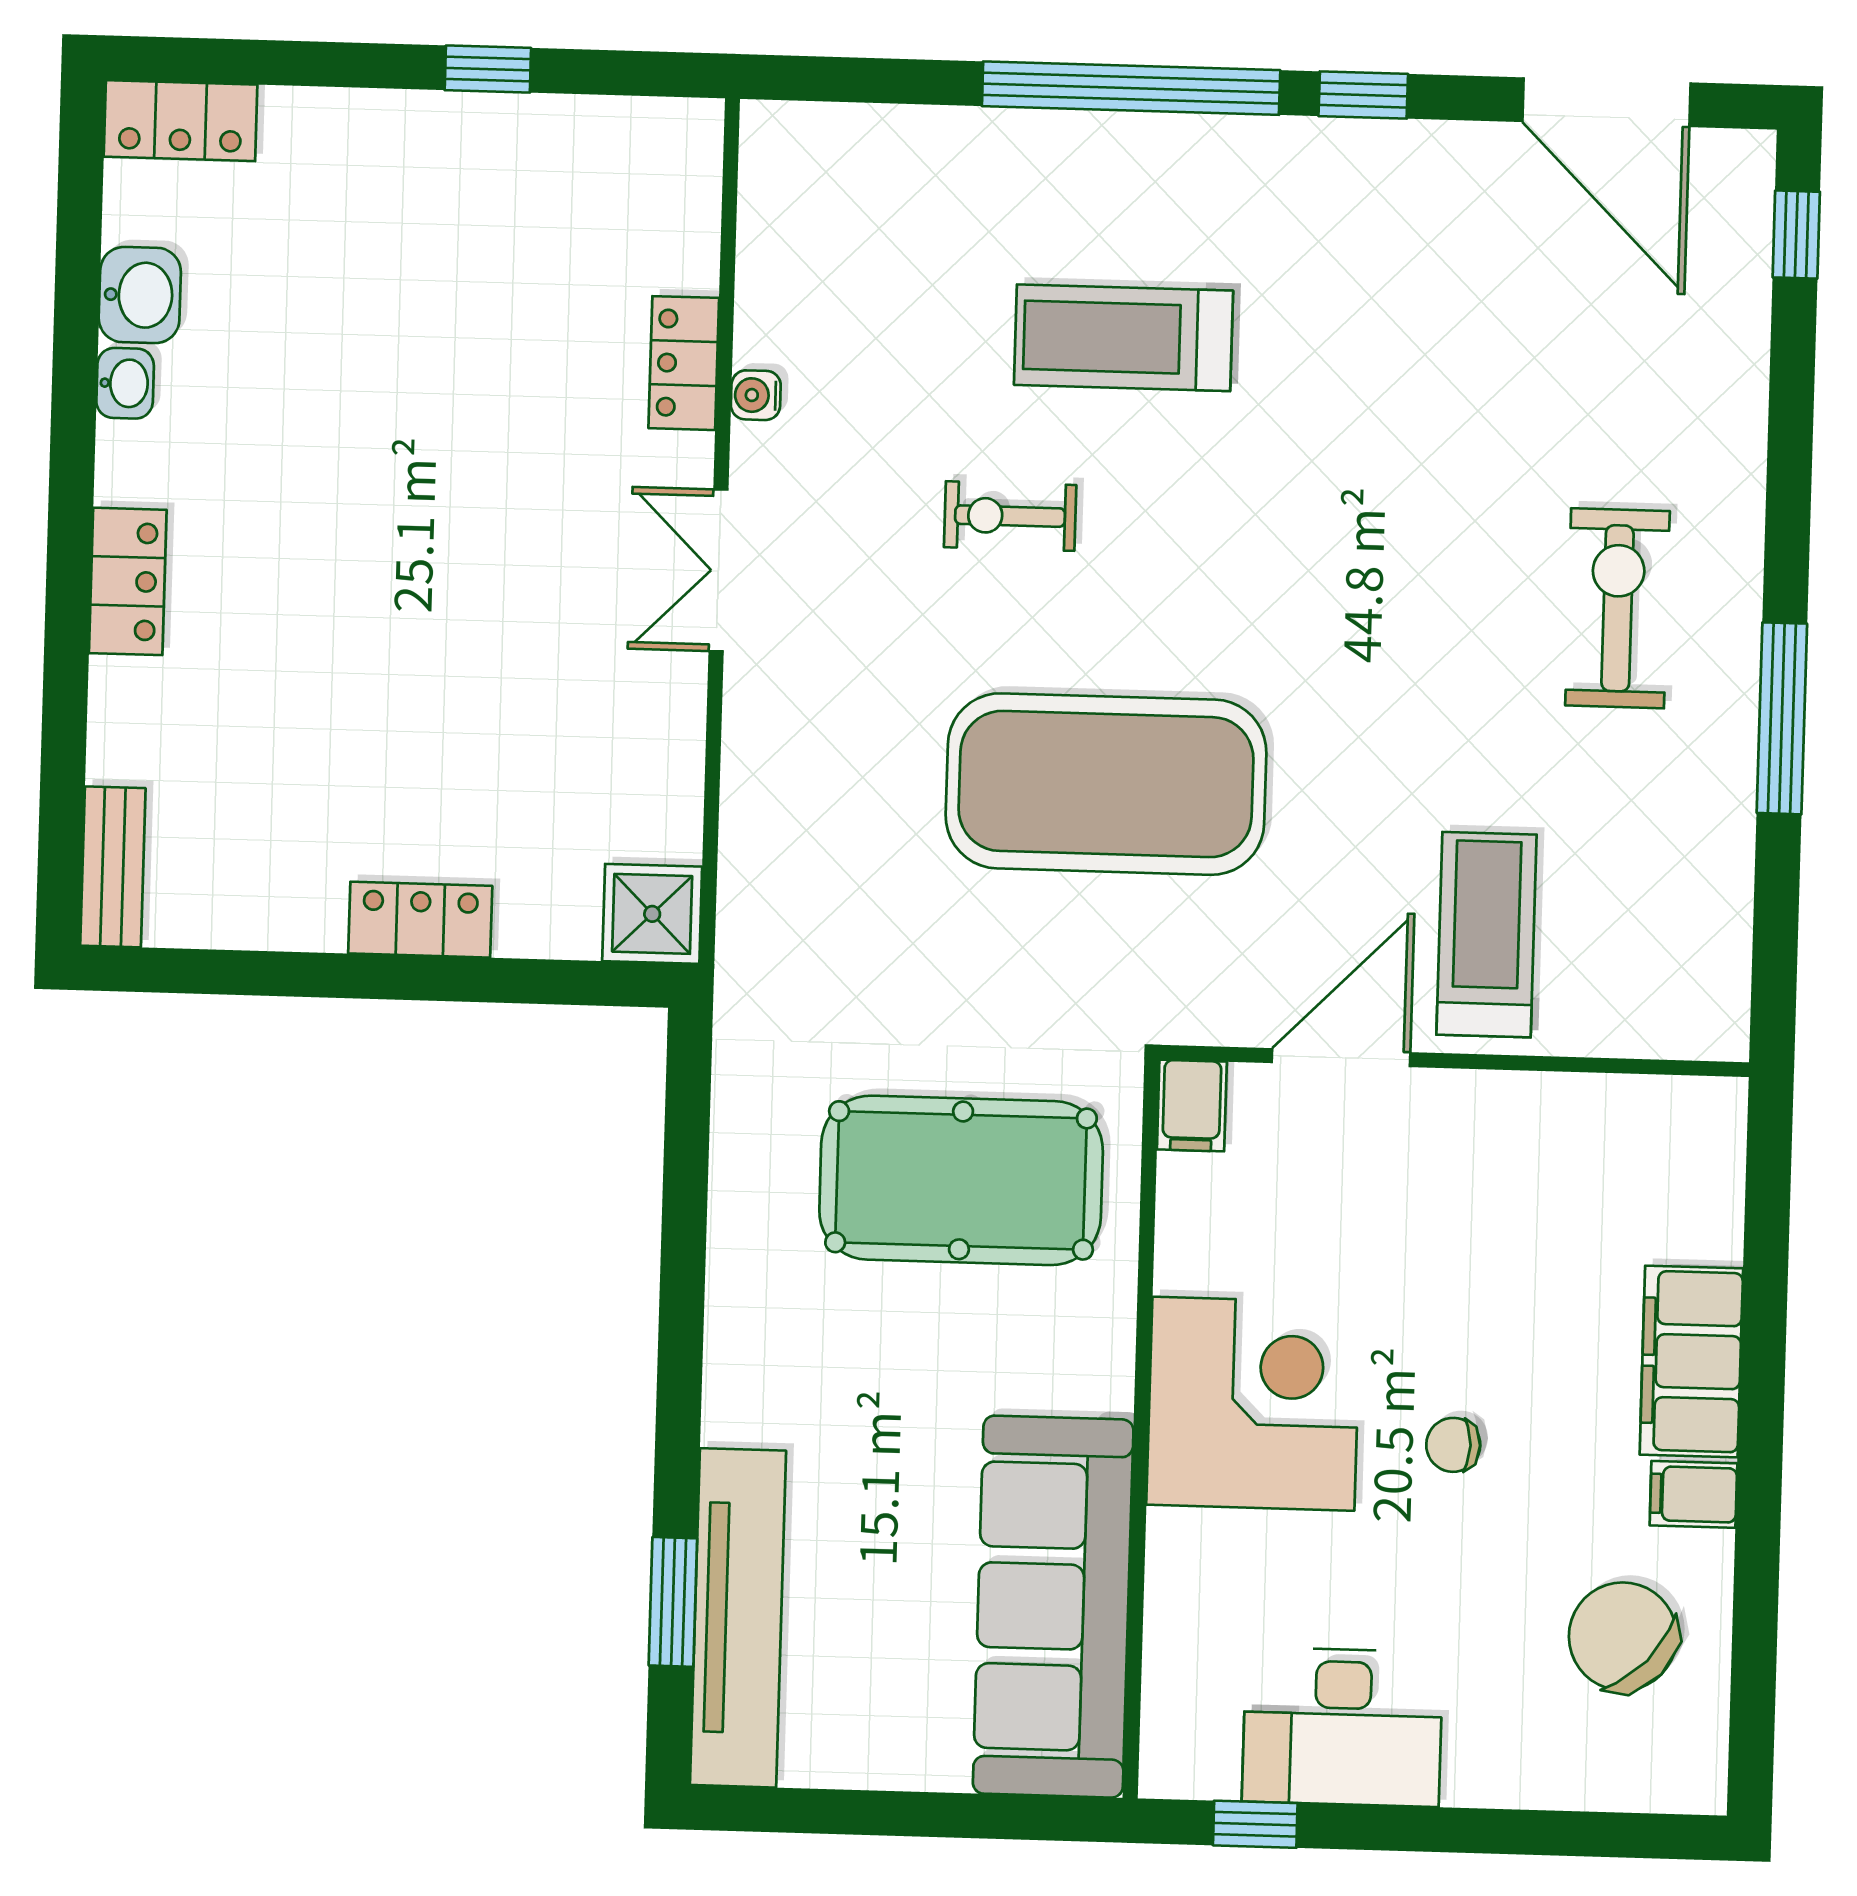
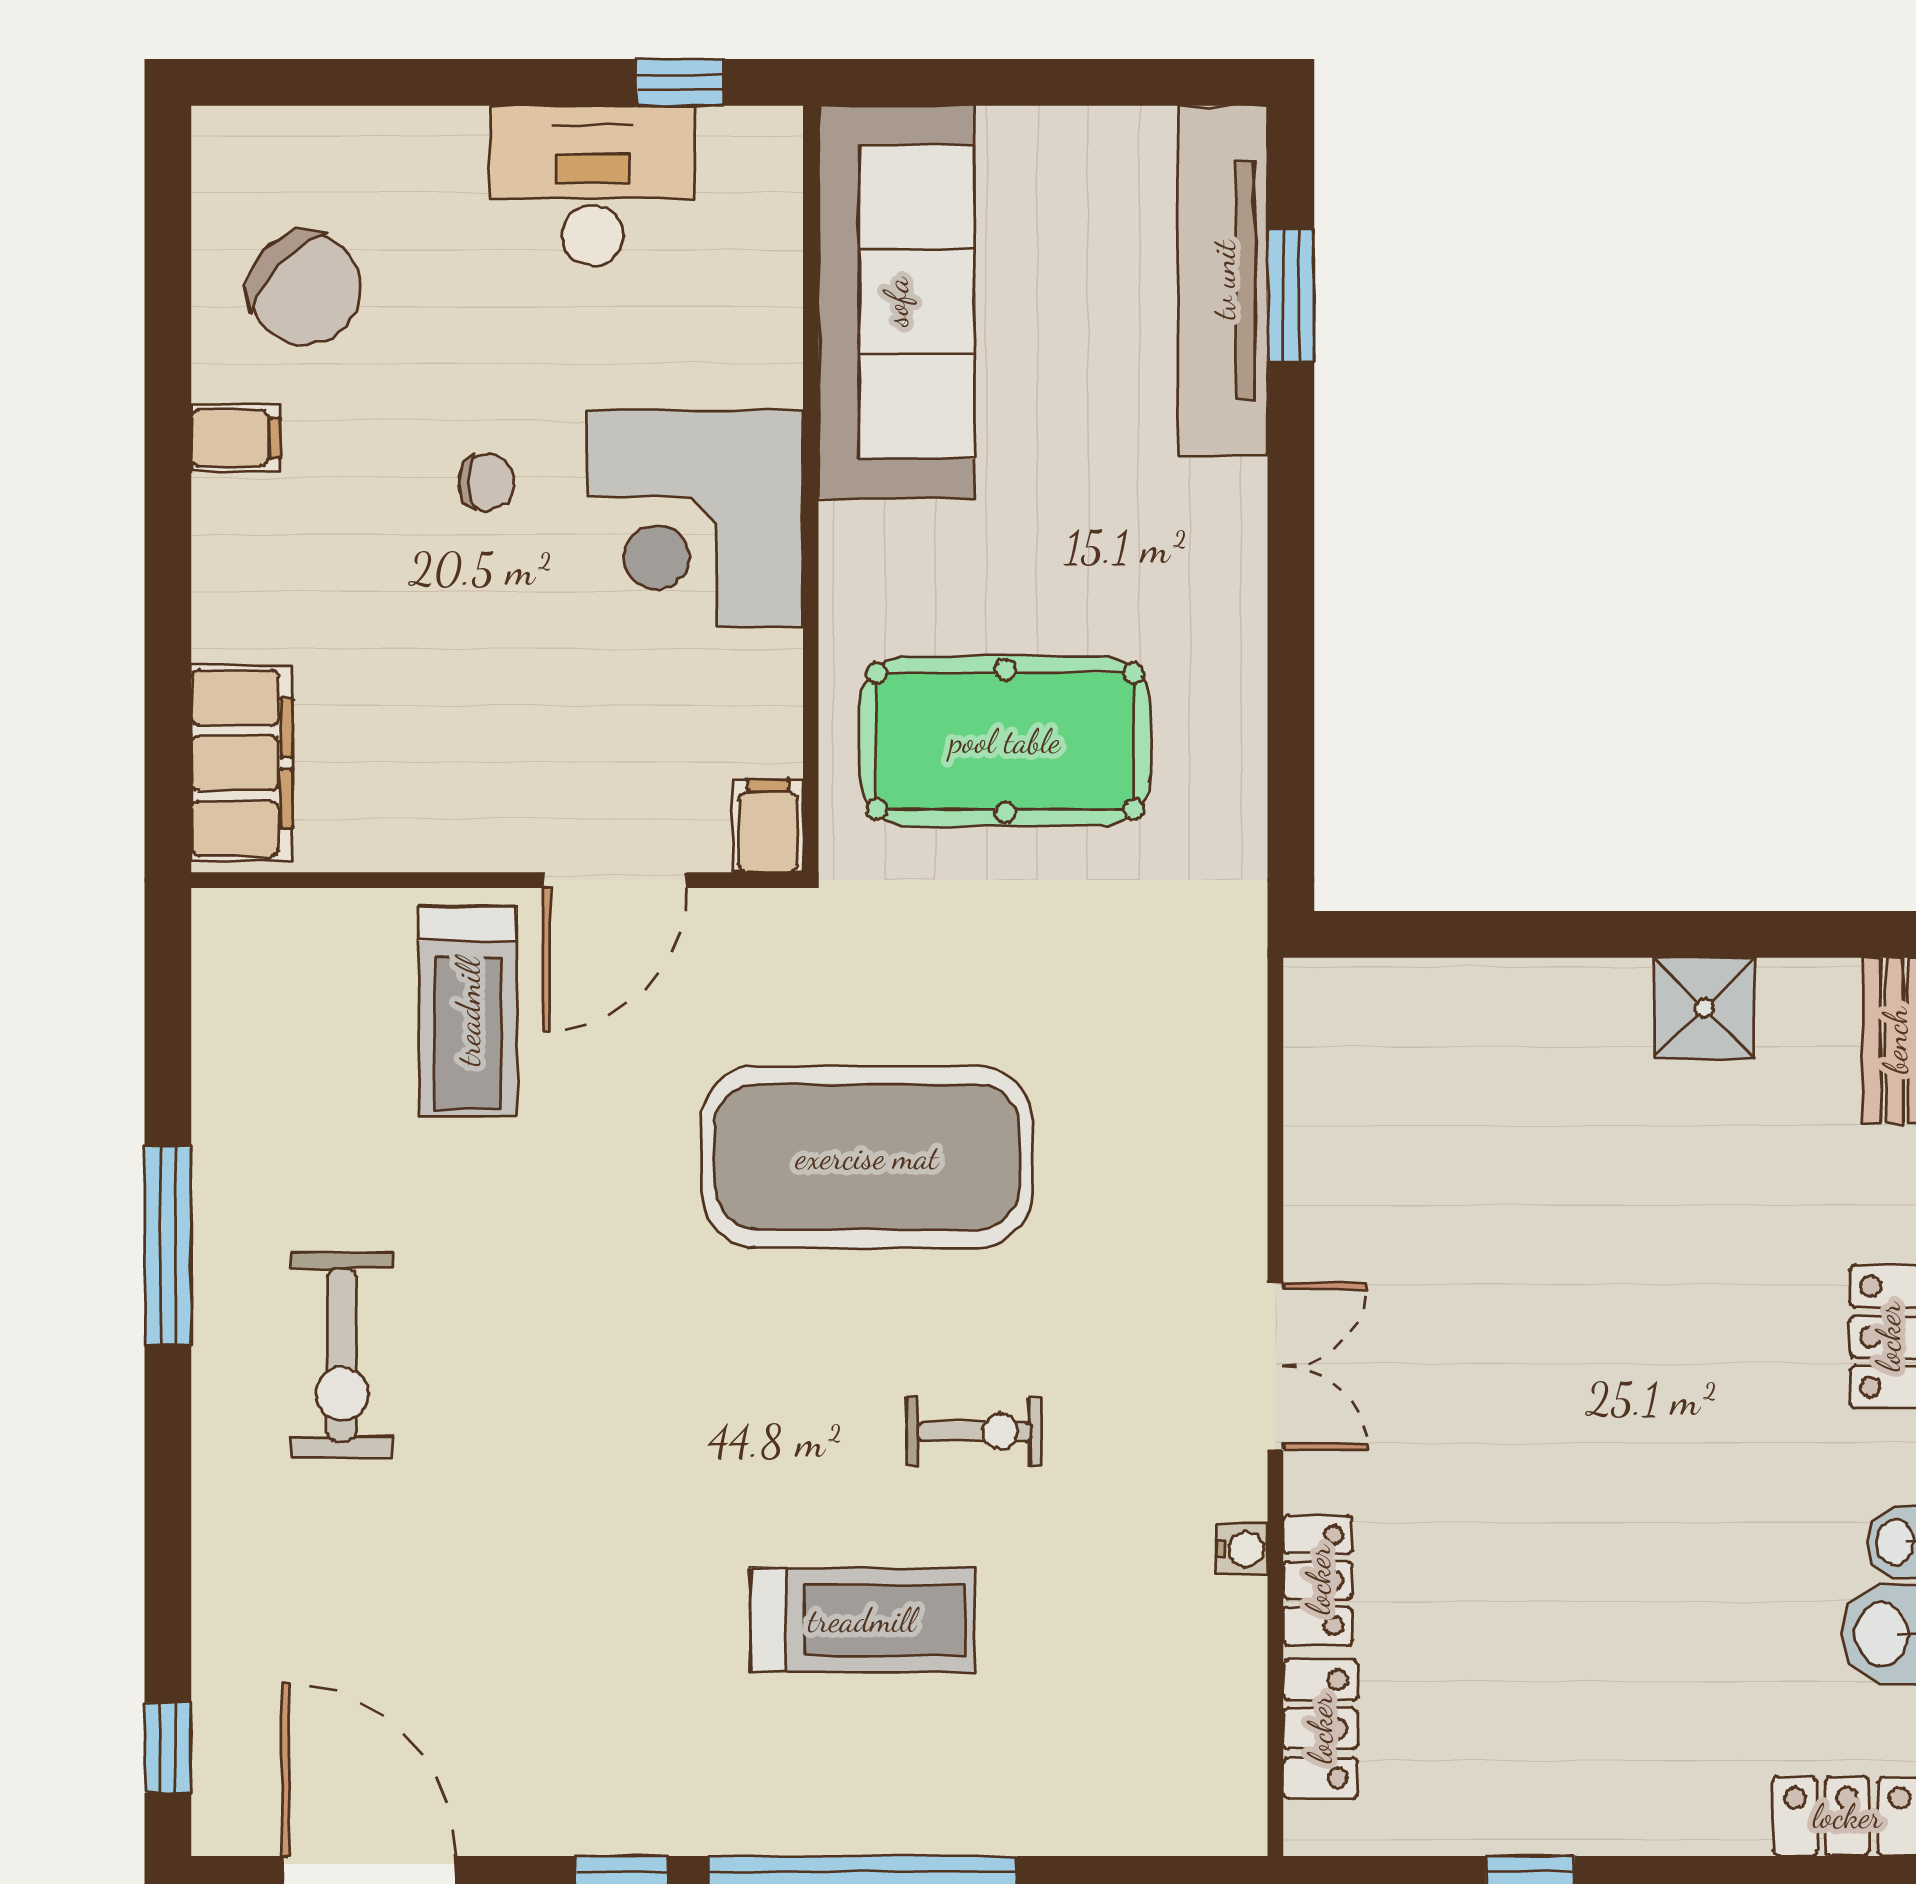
shower: (652, 914) -> (1704, 1008), moved
locker: (420, 920) -> (1320, 1729), moved, turned -90
filing cabinet: (1691, 1361) -> (242, 763), moved

